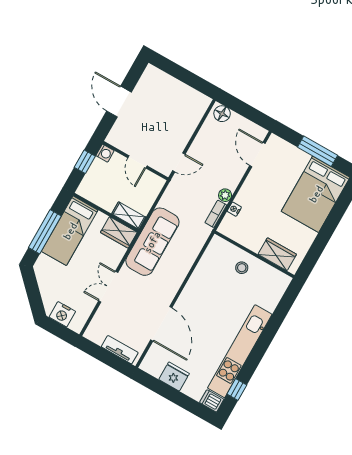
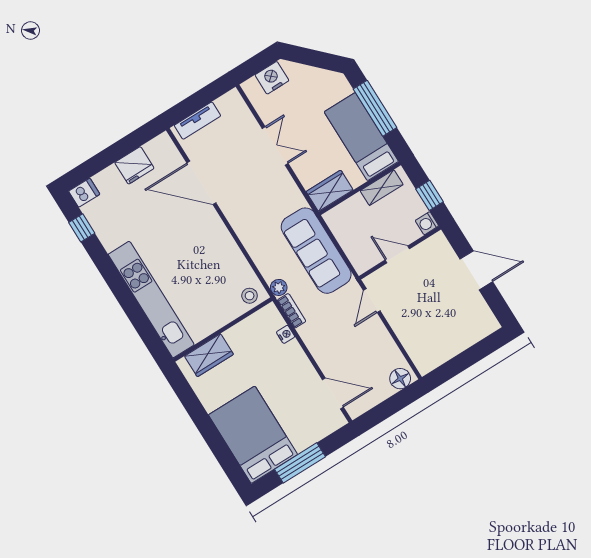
plant: (225, 195) -> (279, 287), moved
shelving: (129, 216) -> (382, 188), moved
sofa: (152, 242) -> (316, 251), moved
stool: (242, 268) -> (250, 296), moved
kitchen unit: (240, 351) -> (151, 300), moved

